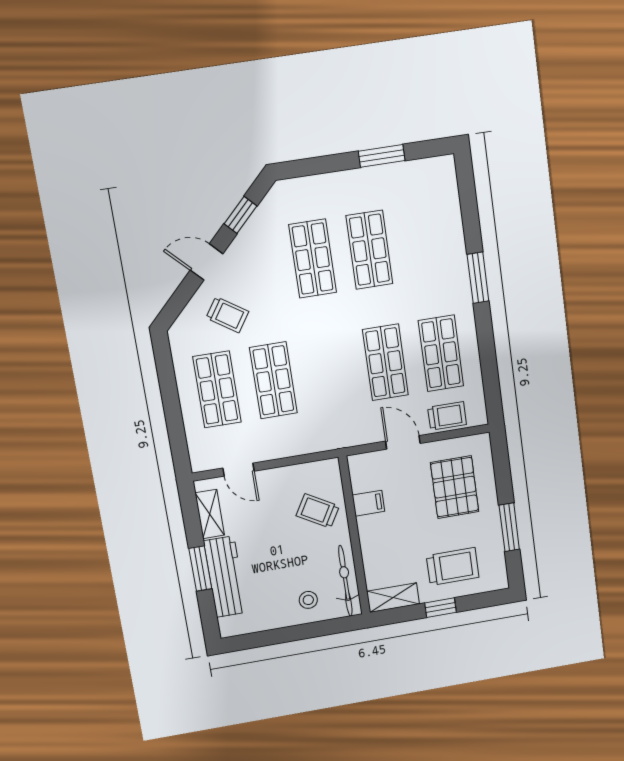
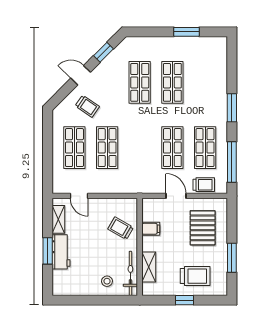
window: (490, 370) -> (232, 162), added
workbench: (225, 577) -> (61, 252), width x0.73
shelving: (393, 598) -> (149, 267), moved, turned 90

